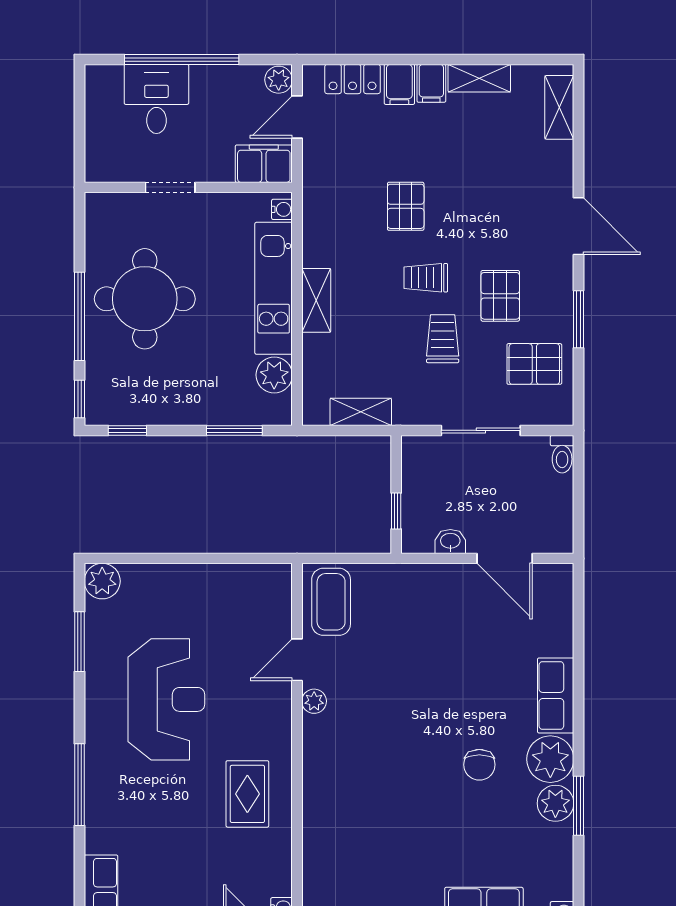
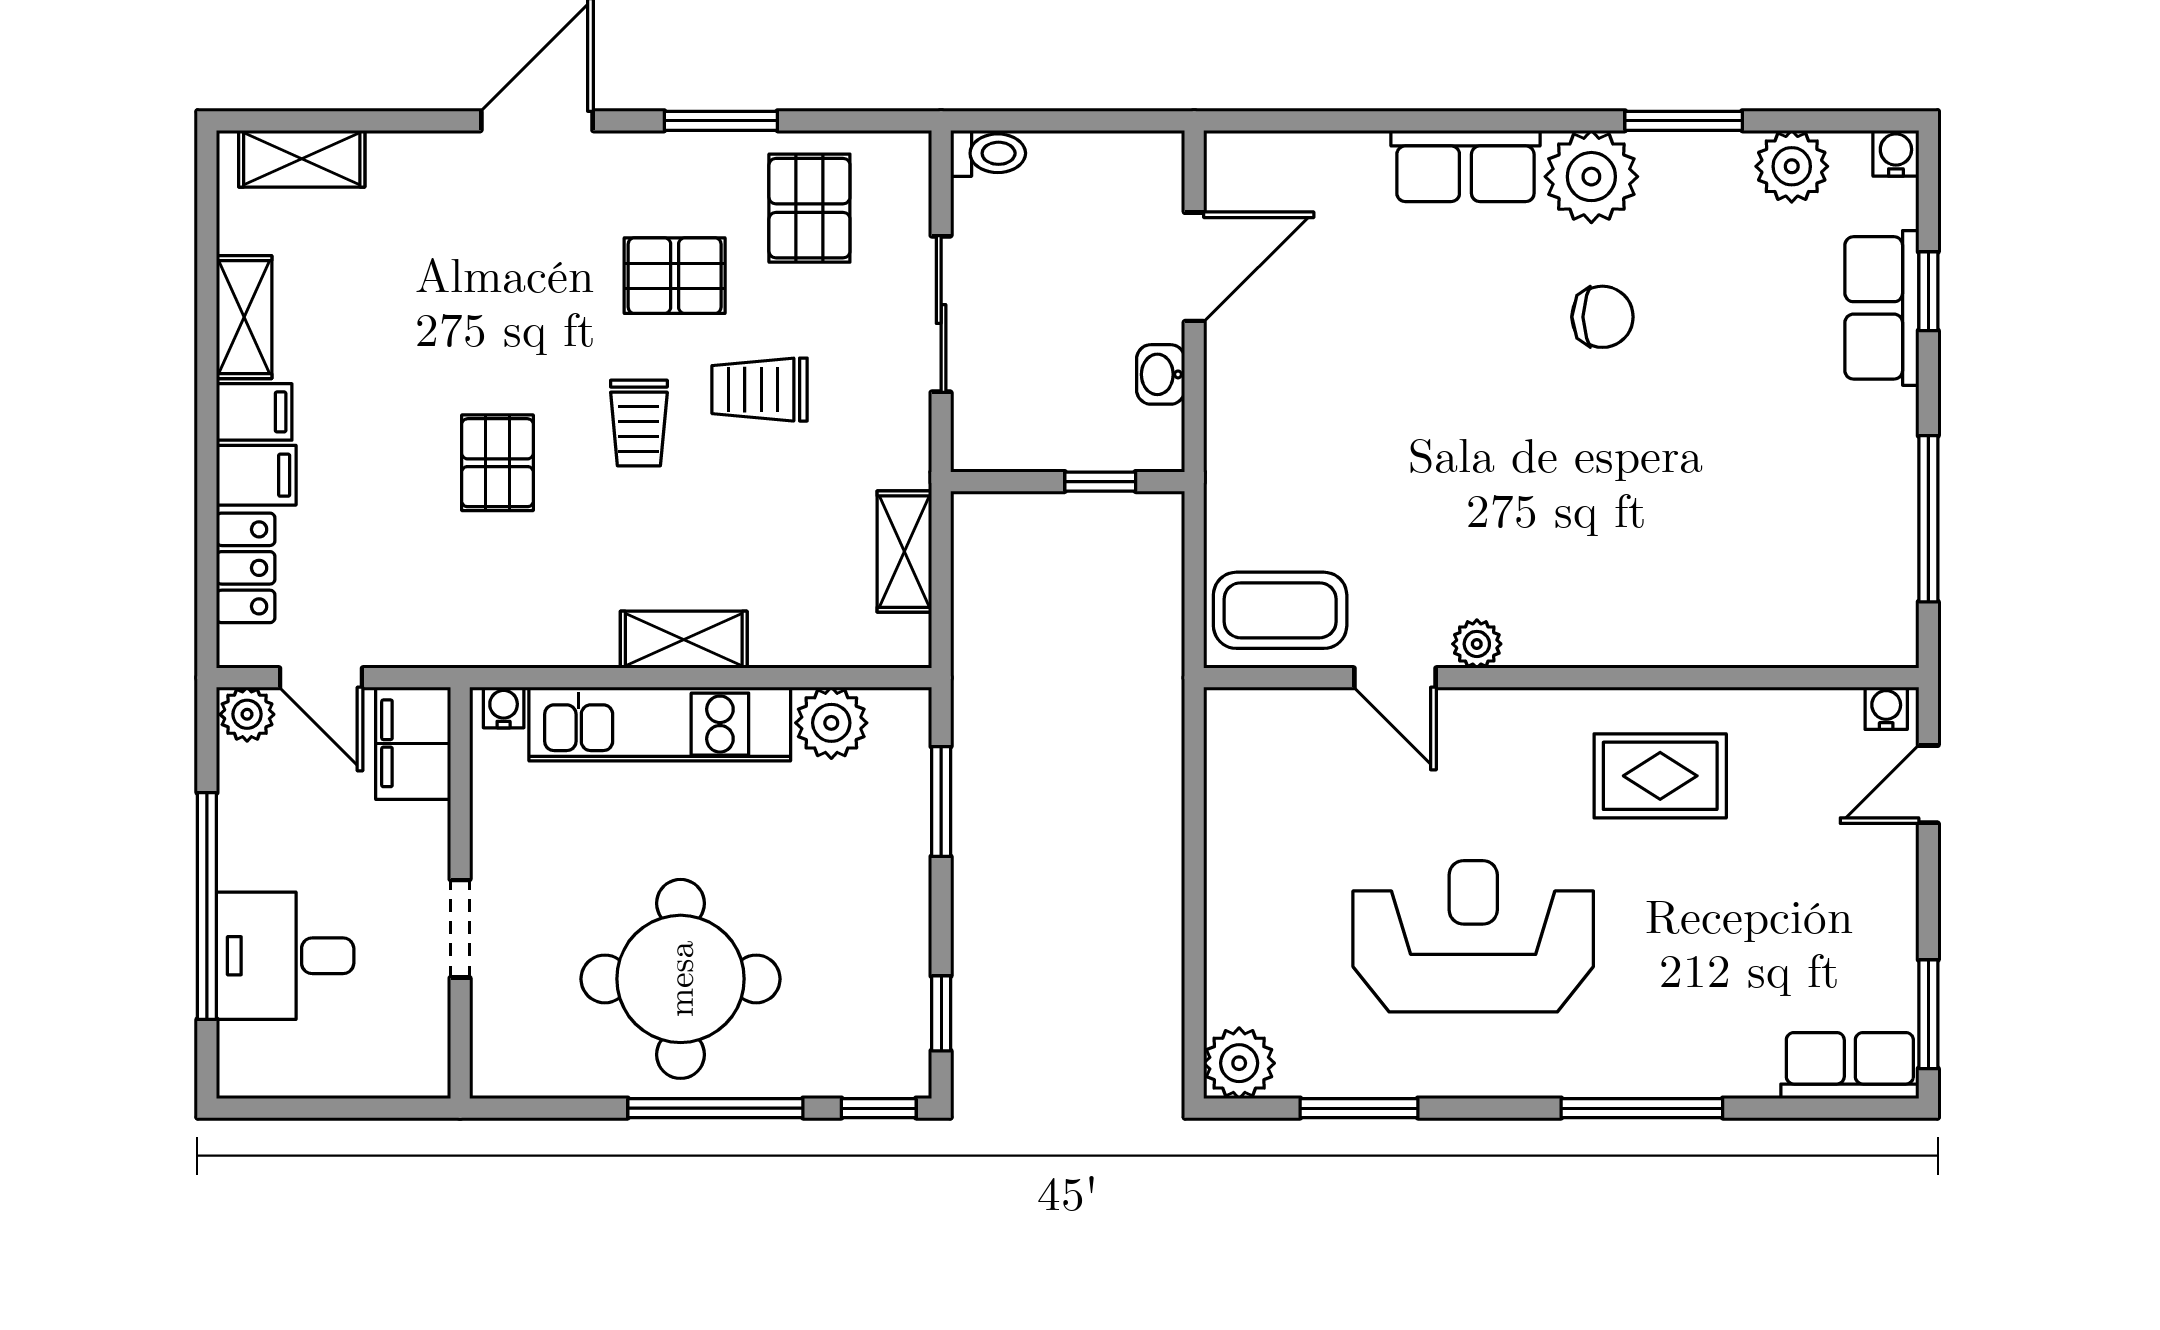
pallet: (406, 206) -> (497, 463), turned 90
plant: (555, 803) -> (1792, 166), moved

